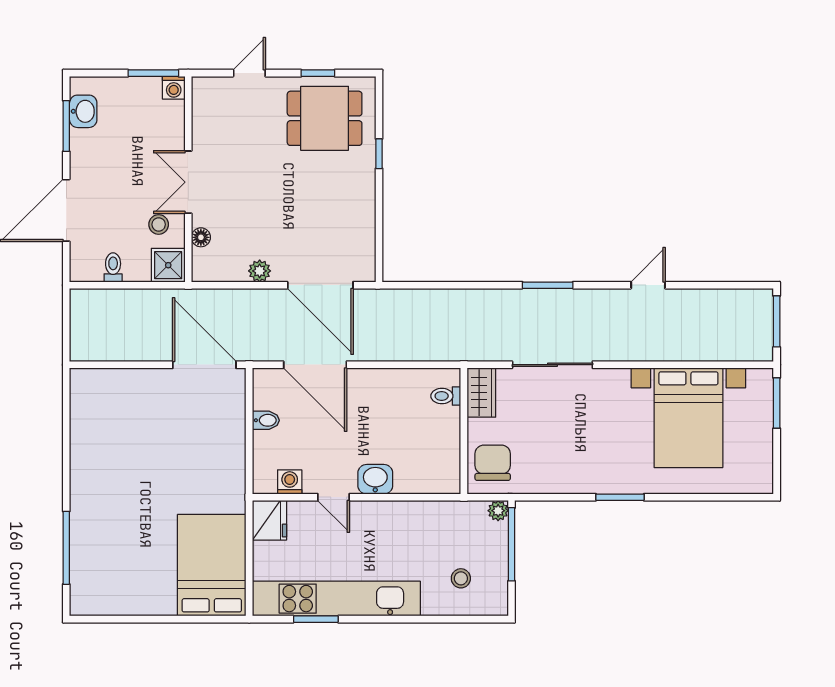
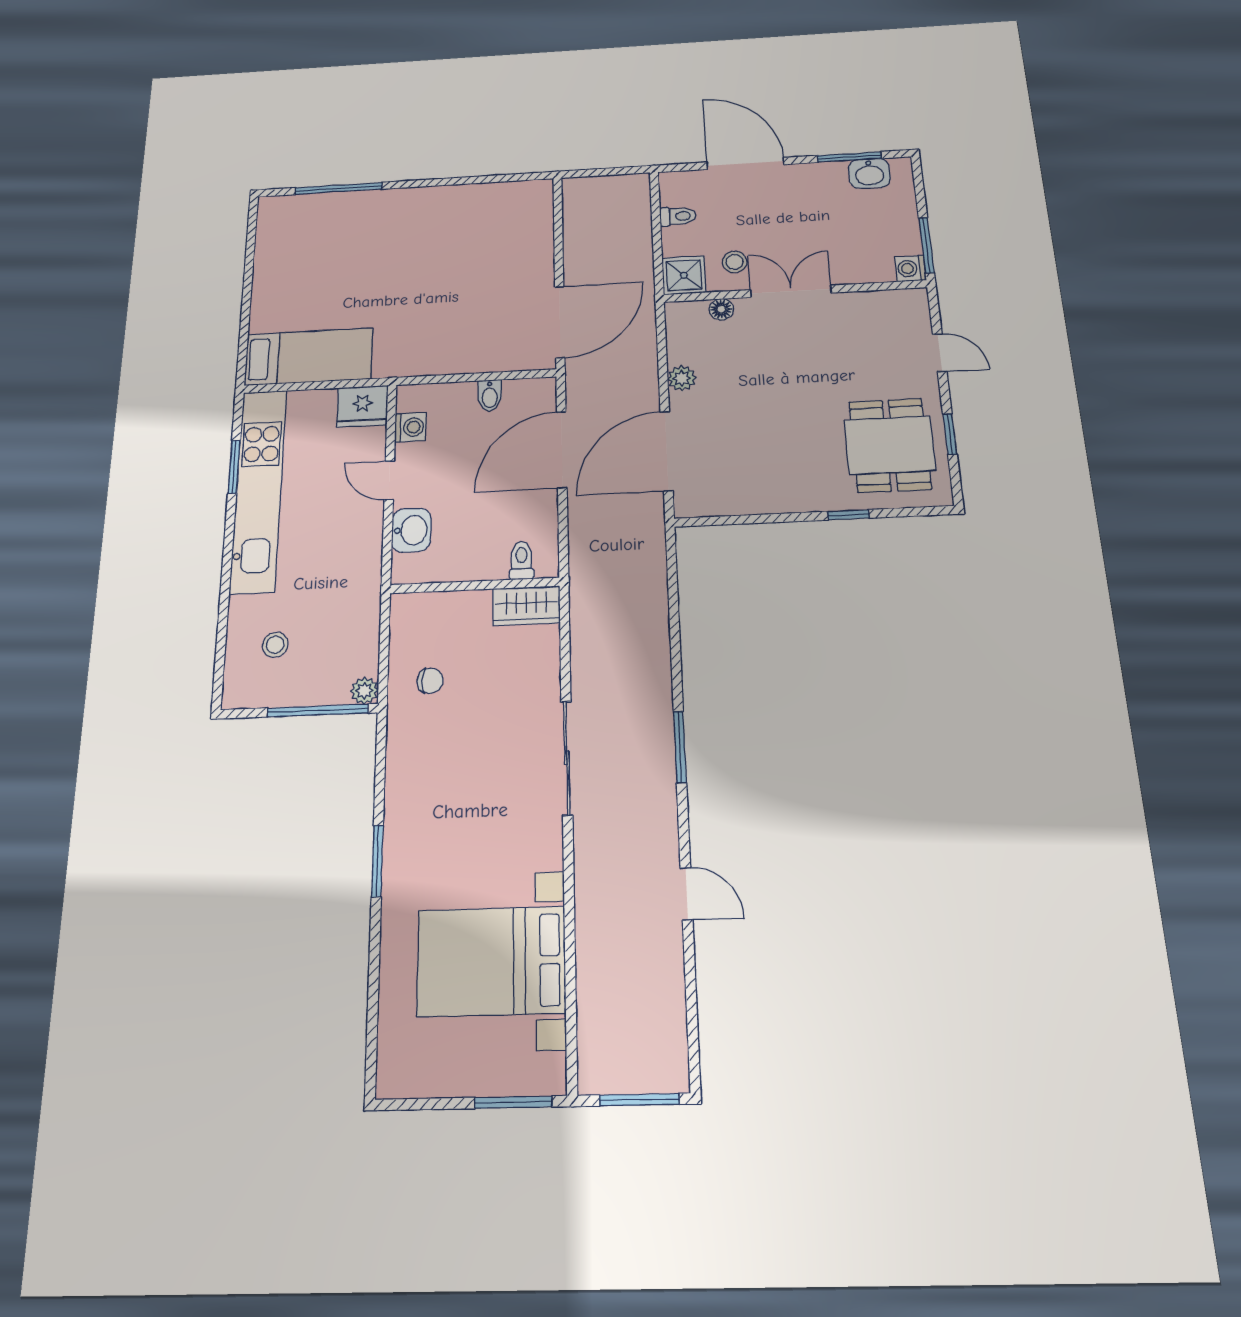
wardrobe: (481, 393) -> (526, 606), moved
toilet: (446, 396) -> (522, 560), moved
wall: (464, 431) -> (475, 585), moved
chair: (493, 463) -> (430, 681), width x0.54, depth x0.54
door: (334, 497) -> (389, 480), hinge flipped
bed: (212, 565) -> (309, 357), width x0.67

